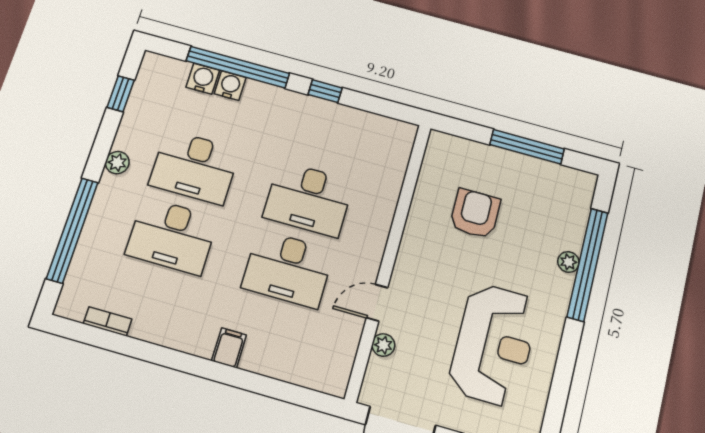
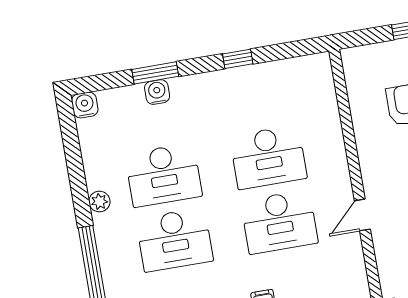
window: (238, 67) -> (155, 73), width x0.47
water cooler: (203, 79) -> (85, 105), moved
window: (121, 94) -> (71, 143), removed
plant: (383, 345) -> (383, 246), removed

